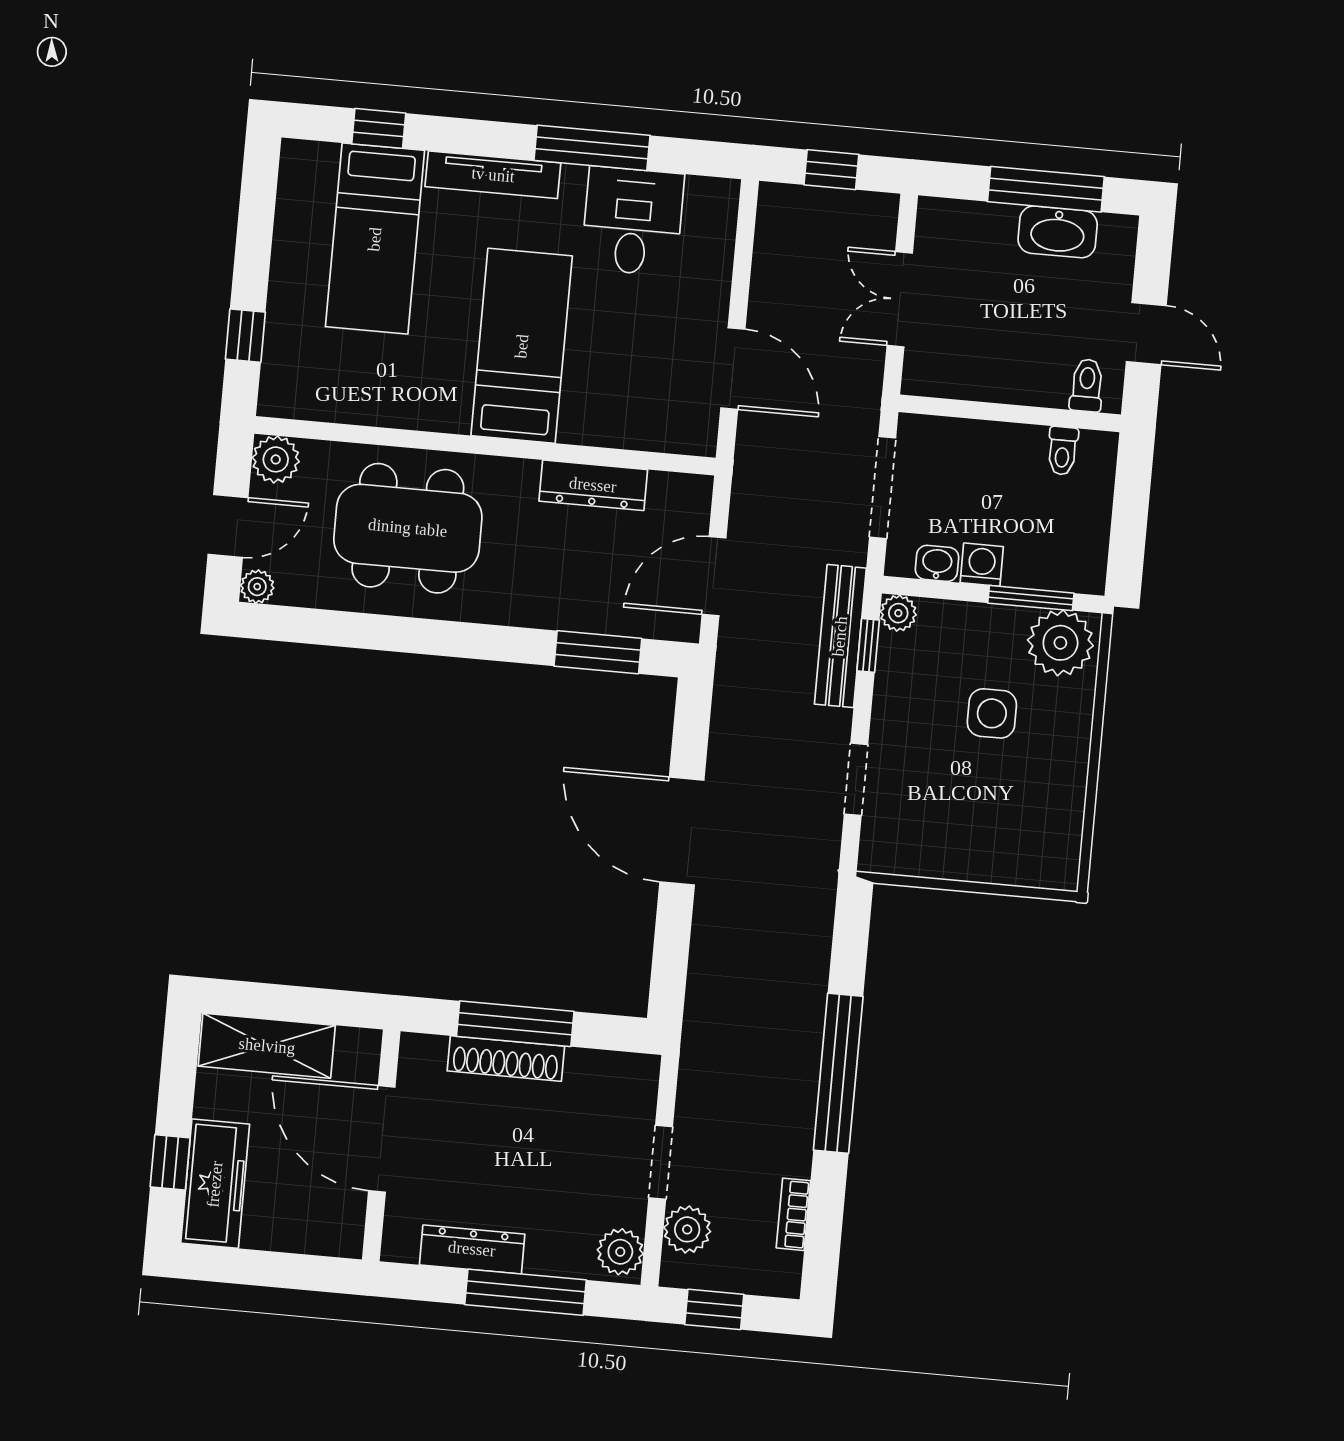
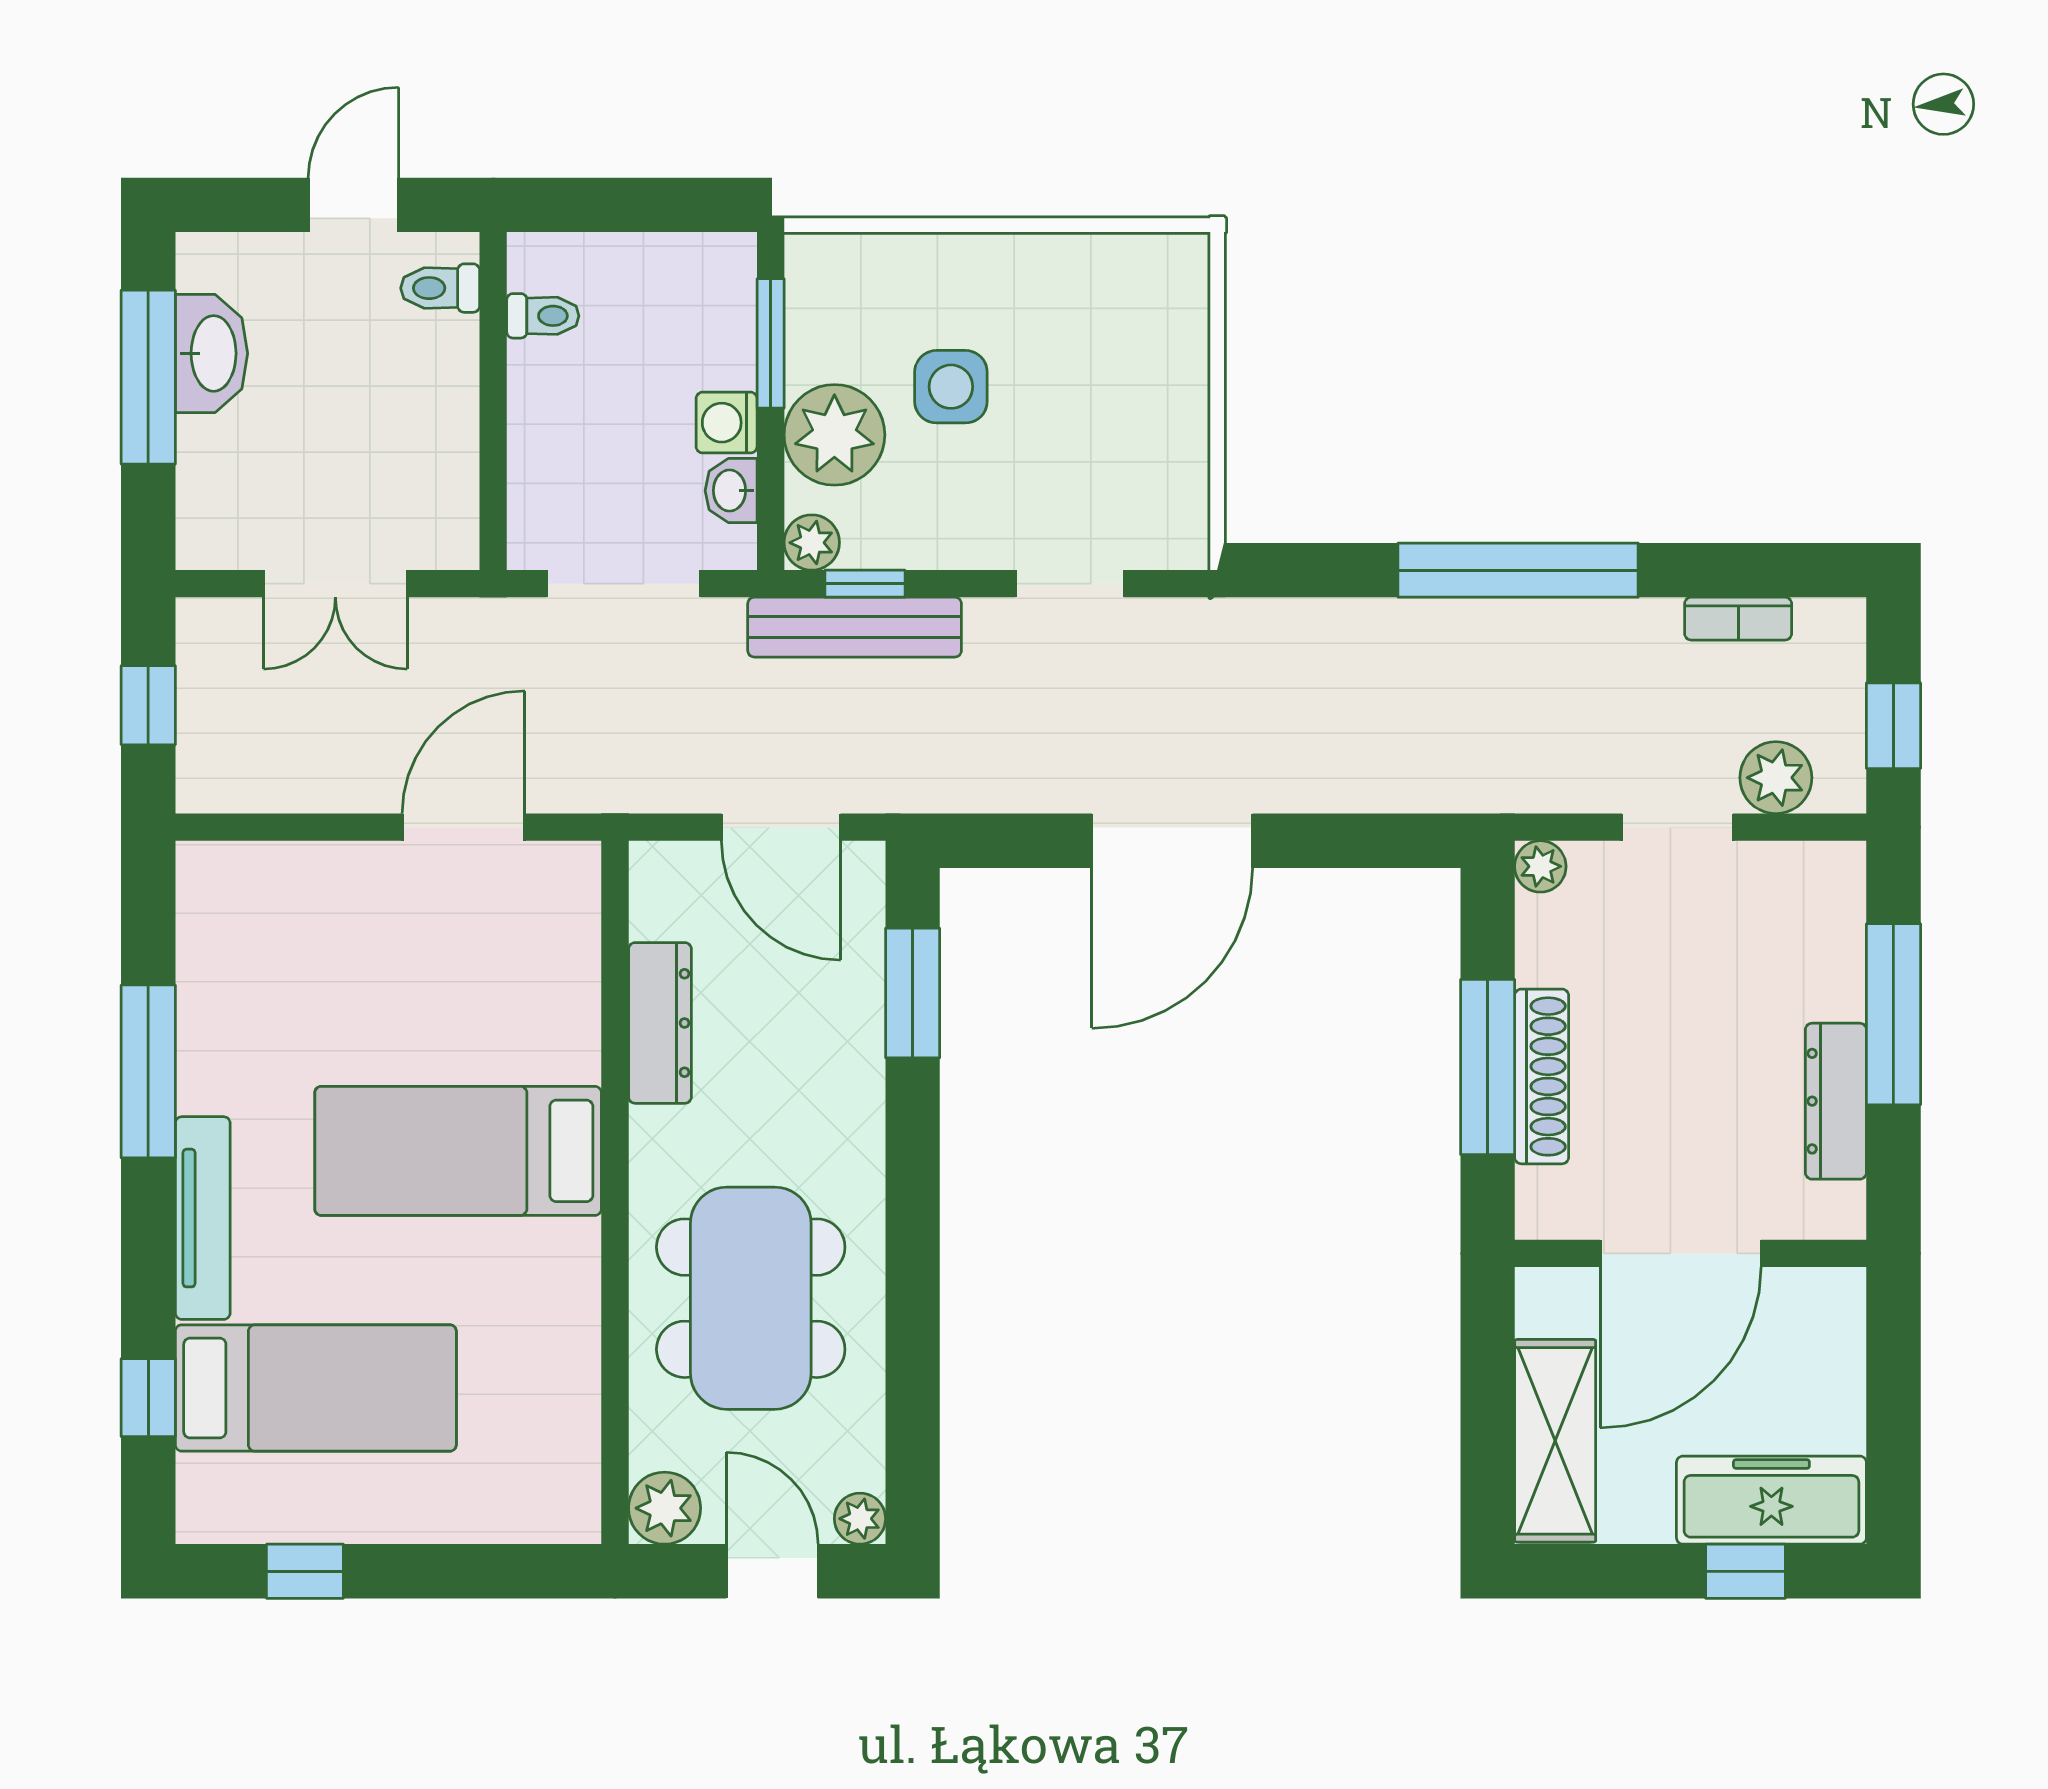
desk: (633, 221) -> (254, 1000), removed
window: (245, 336) -> (305, 1571), moved
plant: (1060, 643) -> (834, 435), moved
plant: (620, 1252) -> (1540, 866), moved, width x0.73, depth x0.73

